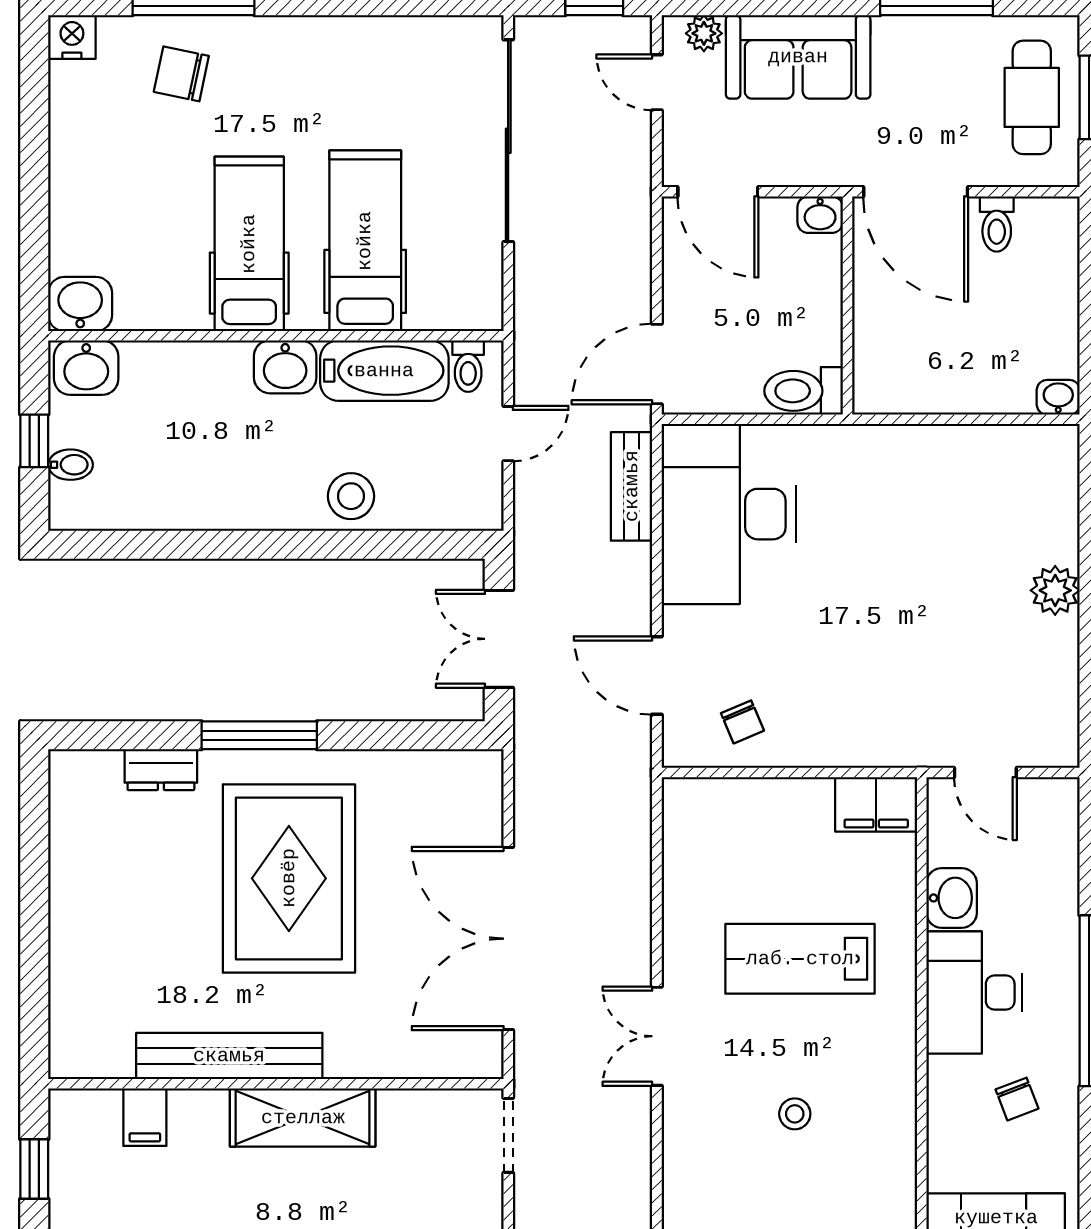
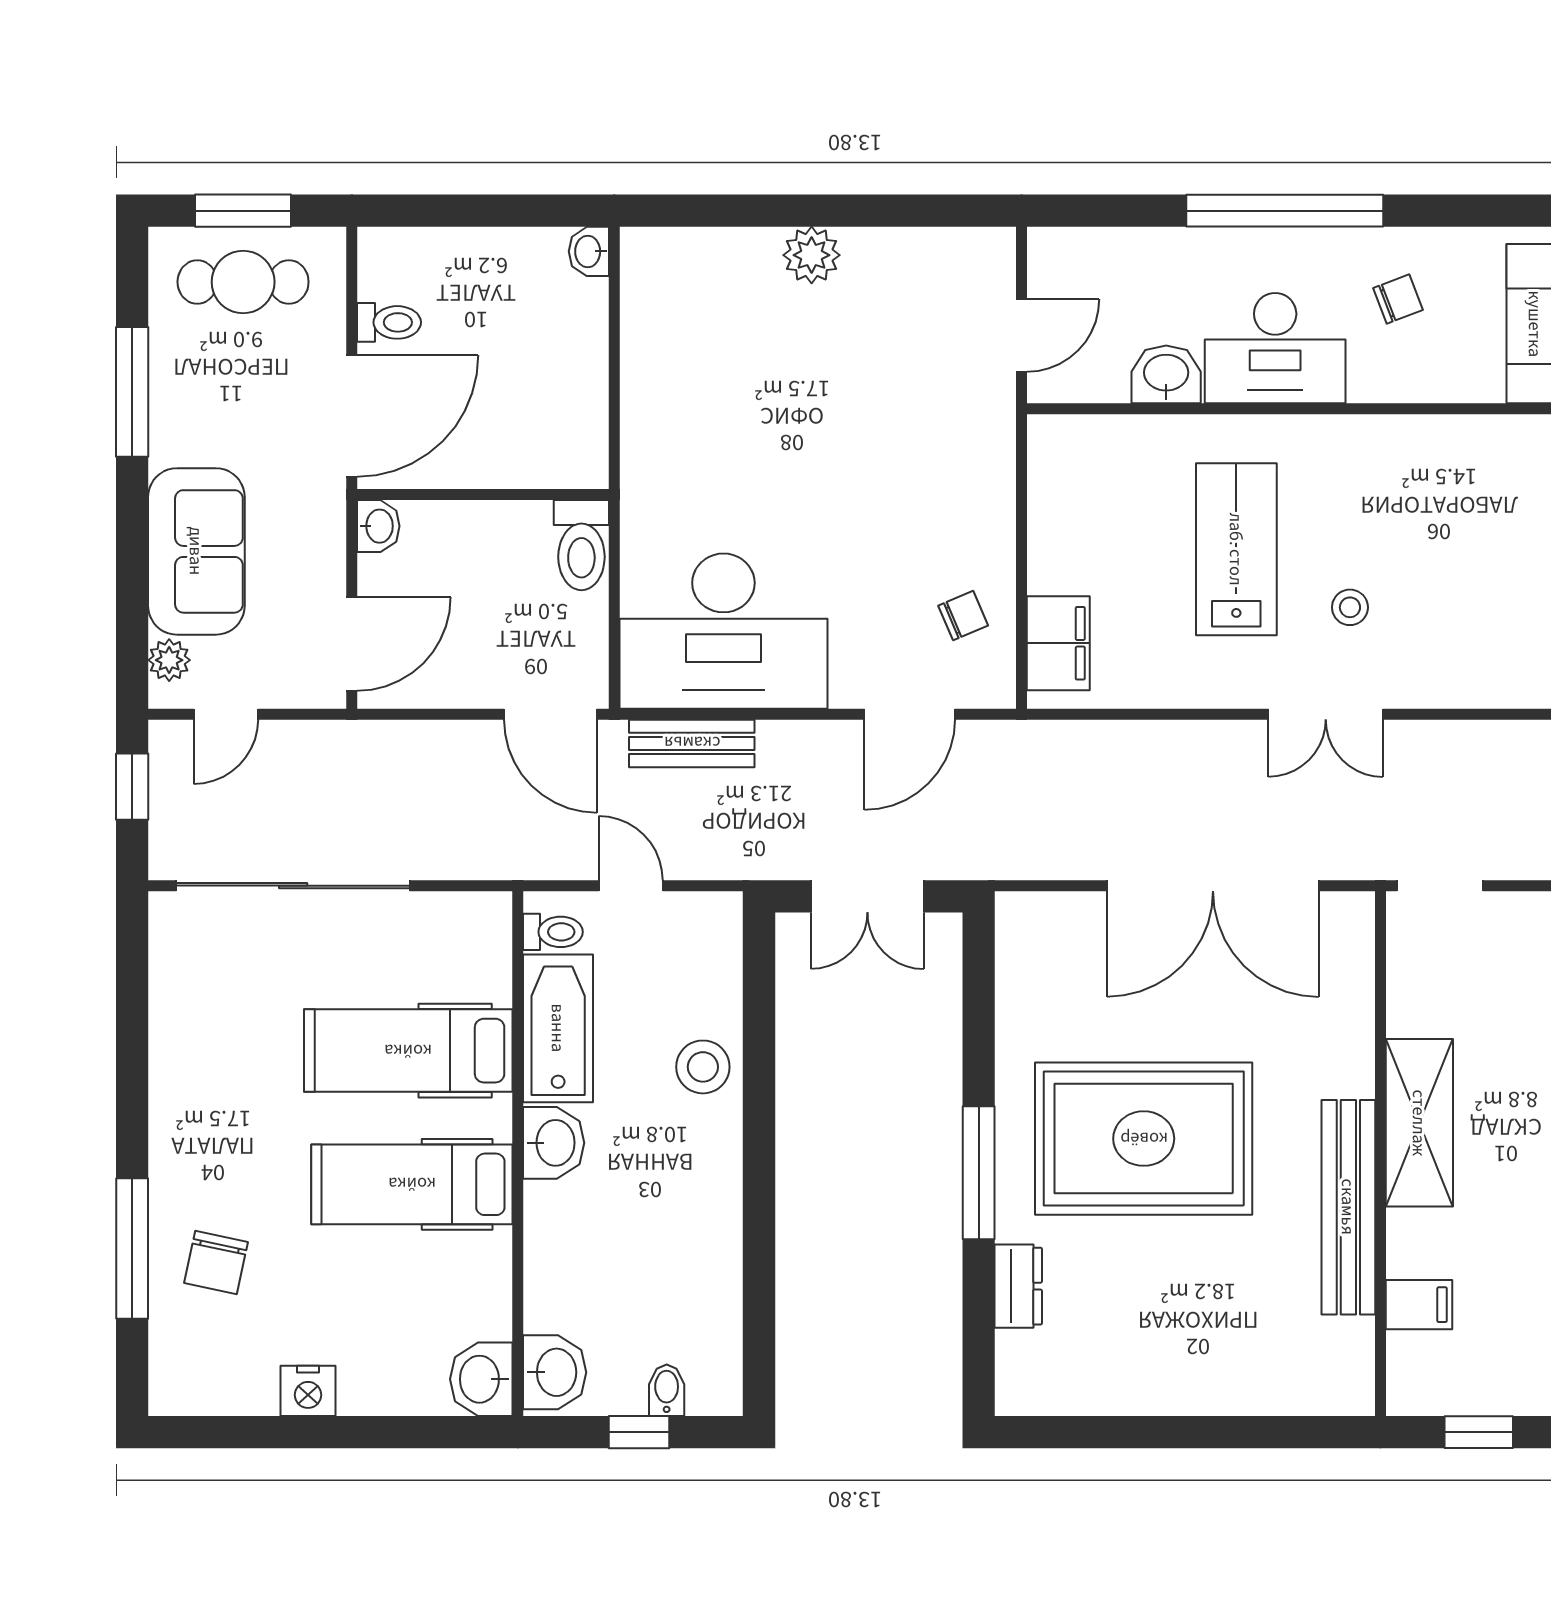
nightstand: (72, 37) -> (308, 1391), moved, turned -90
filing cabinet: (876, 804) -> (1058, 643), moved
lab bench: (800, 959) -> (1236, 549), turned 180
stool: (795, 1114) -> (1350, 607), moved

